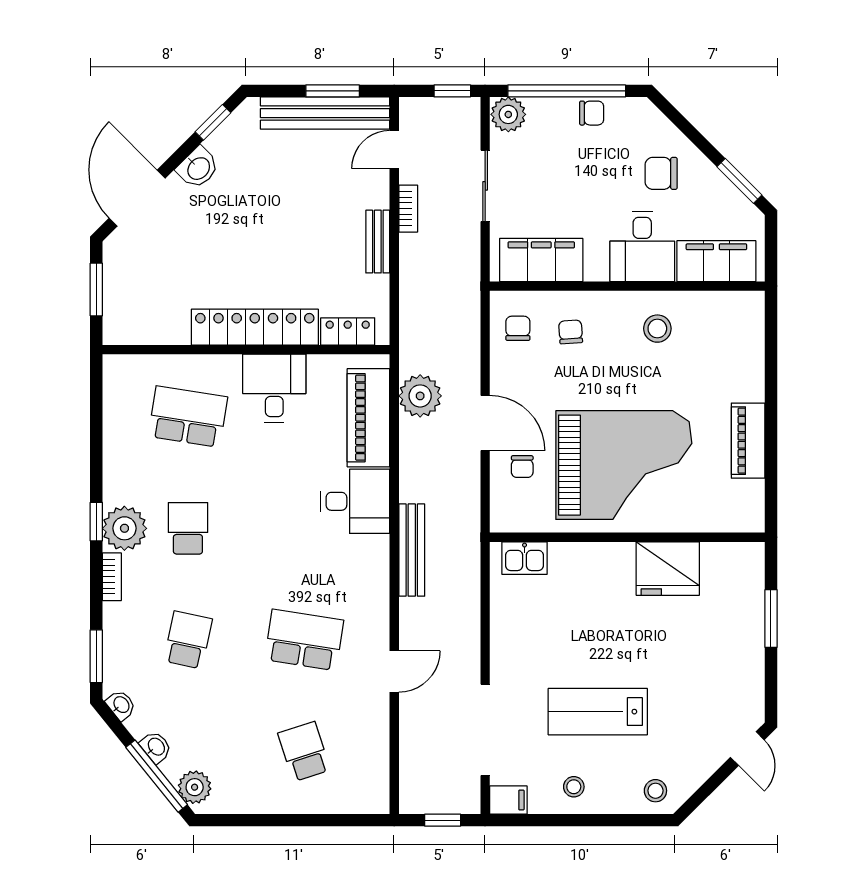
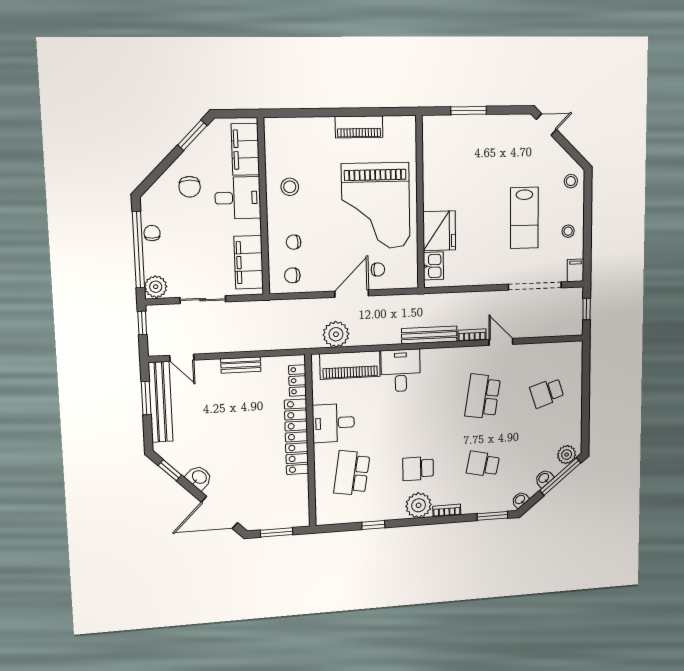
bookcase: (408, 209) -> (472, 335), moved
grand piano: (624, 465) -> (376, 206), turned 180
window: (96, 522) -> (373, 525), moved
fridge: (668, 569) -> (439, 231), moved

